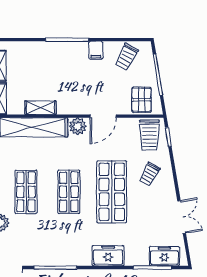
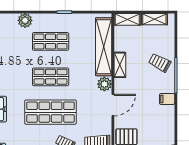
trolley: (126, 57) -> (160, 63), moved
shelving: (41, 108) -> (120, 65), moved
door: (103, 116) -> (113, 105), swing flipped

